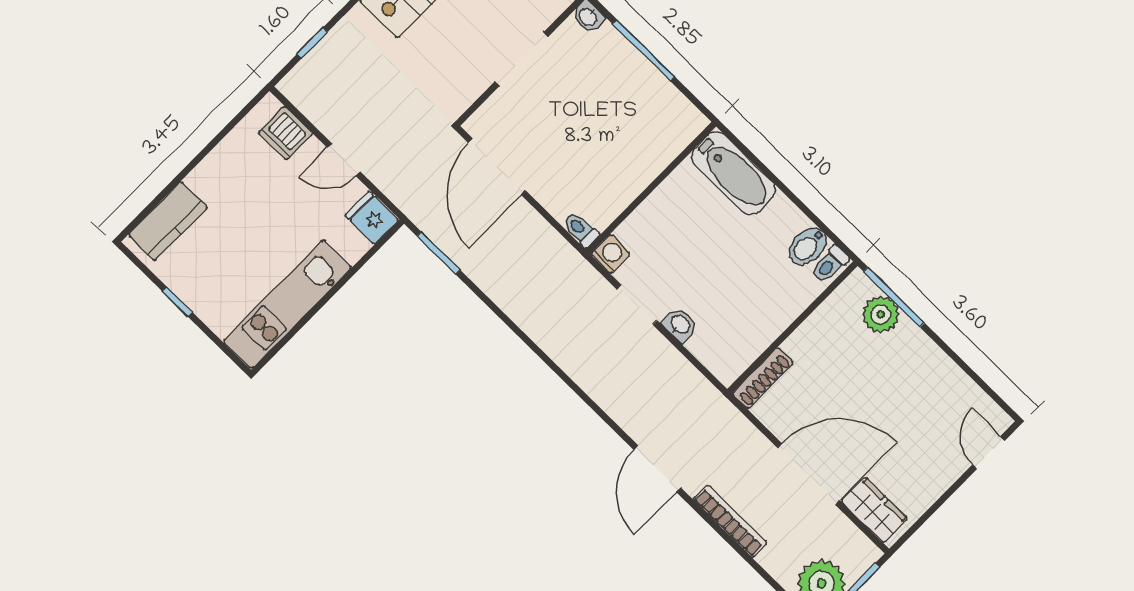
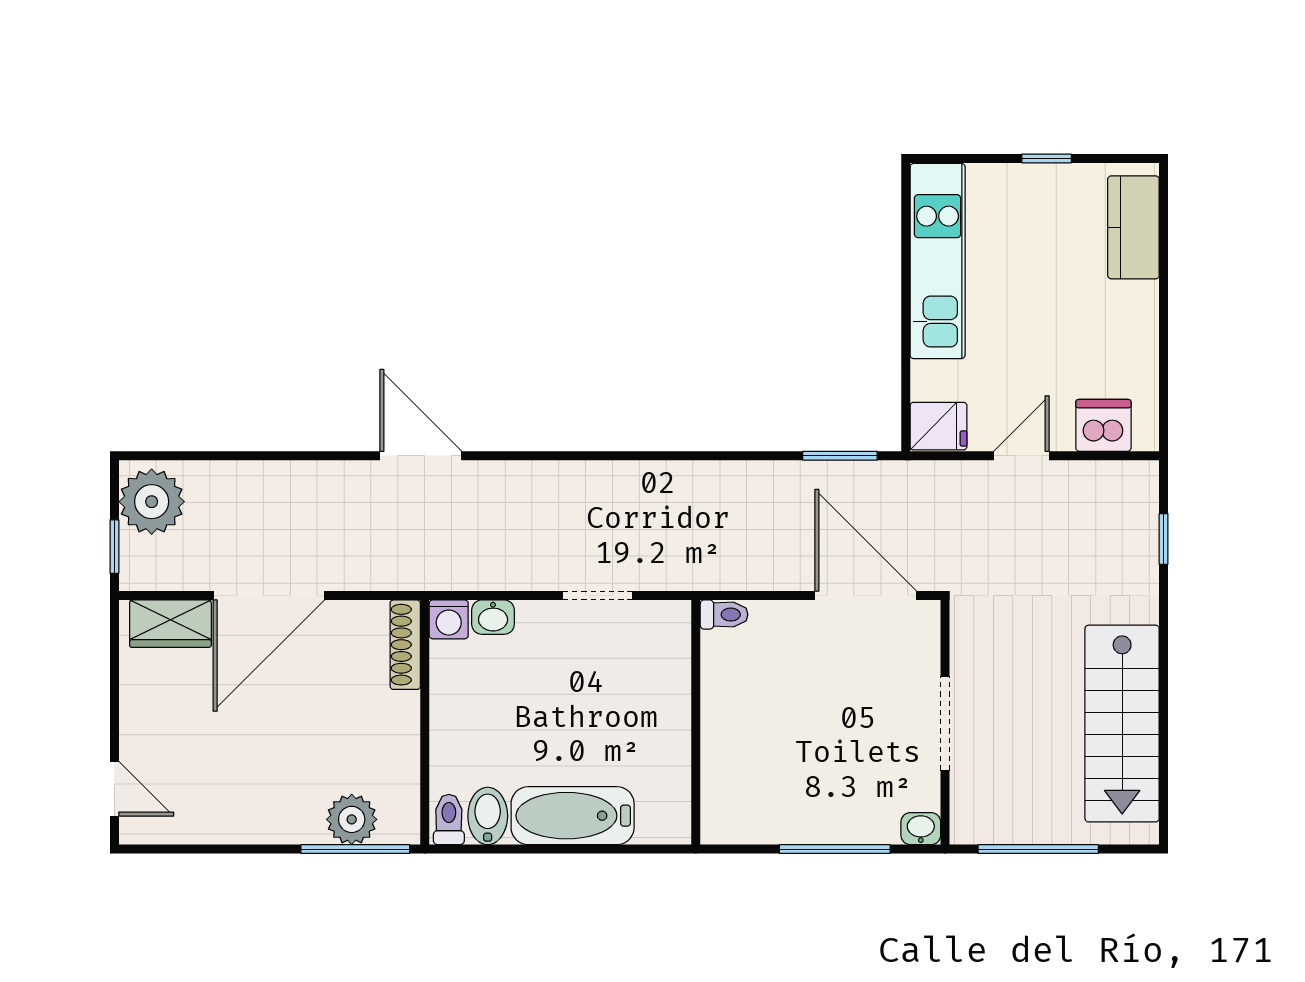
bathtub: (733, 173) -> (573, 816), moved
washing machine: (610, 254) -> (449, 619), moved
washbasin: (680, 325) -> (493, 617), moved
bookcase: (730, 521) -> (300, 475), removed

